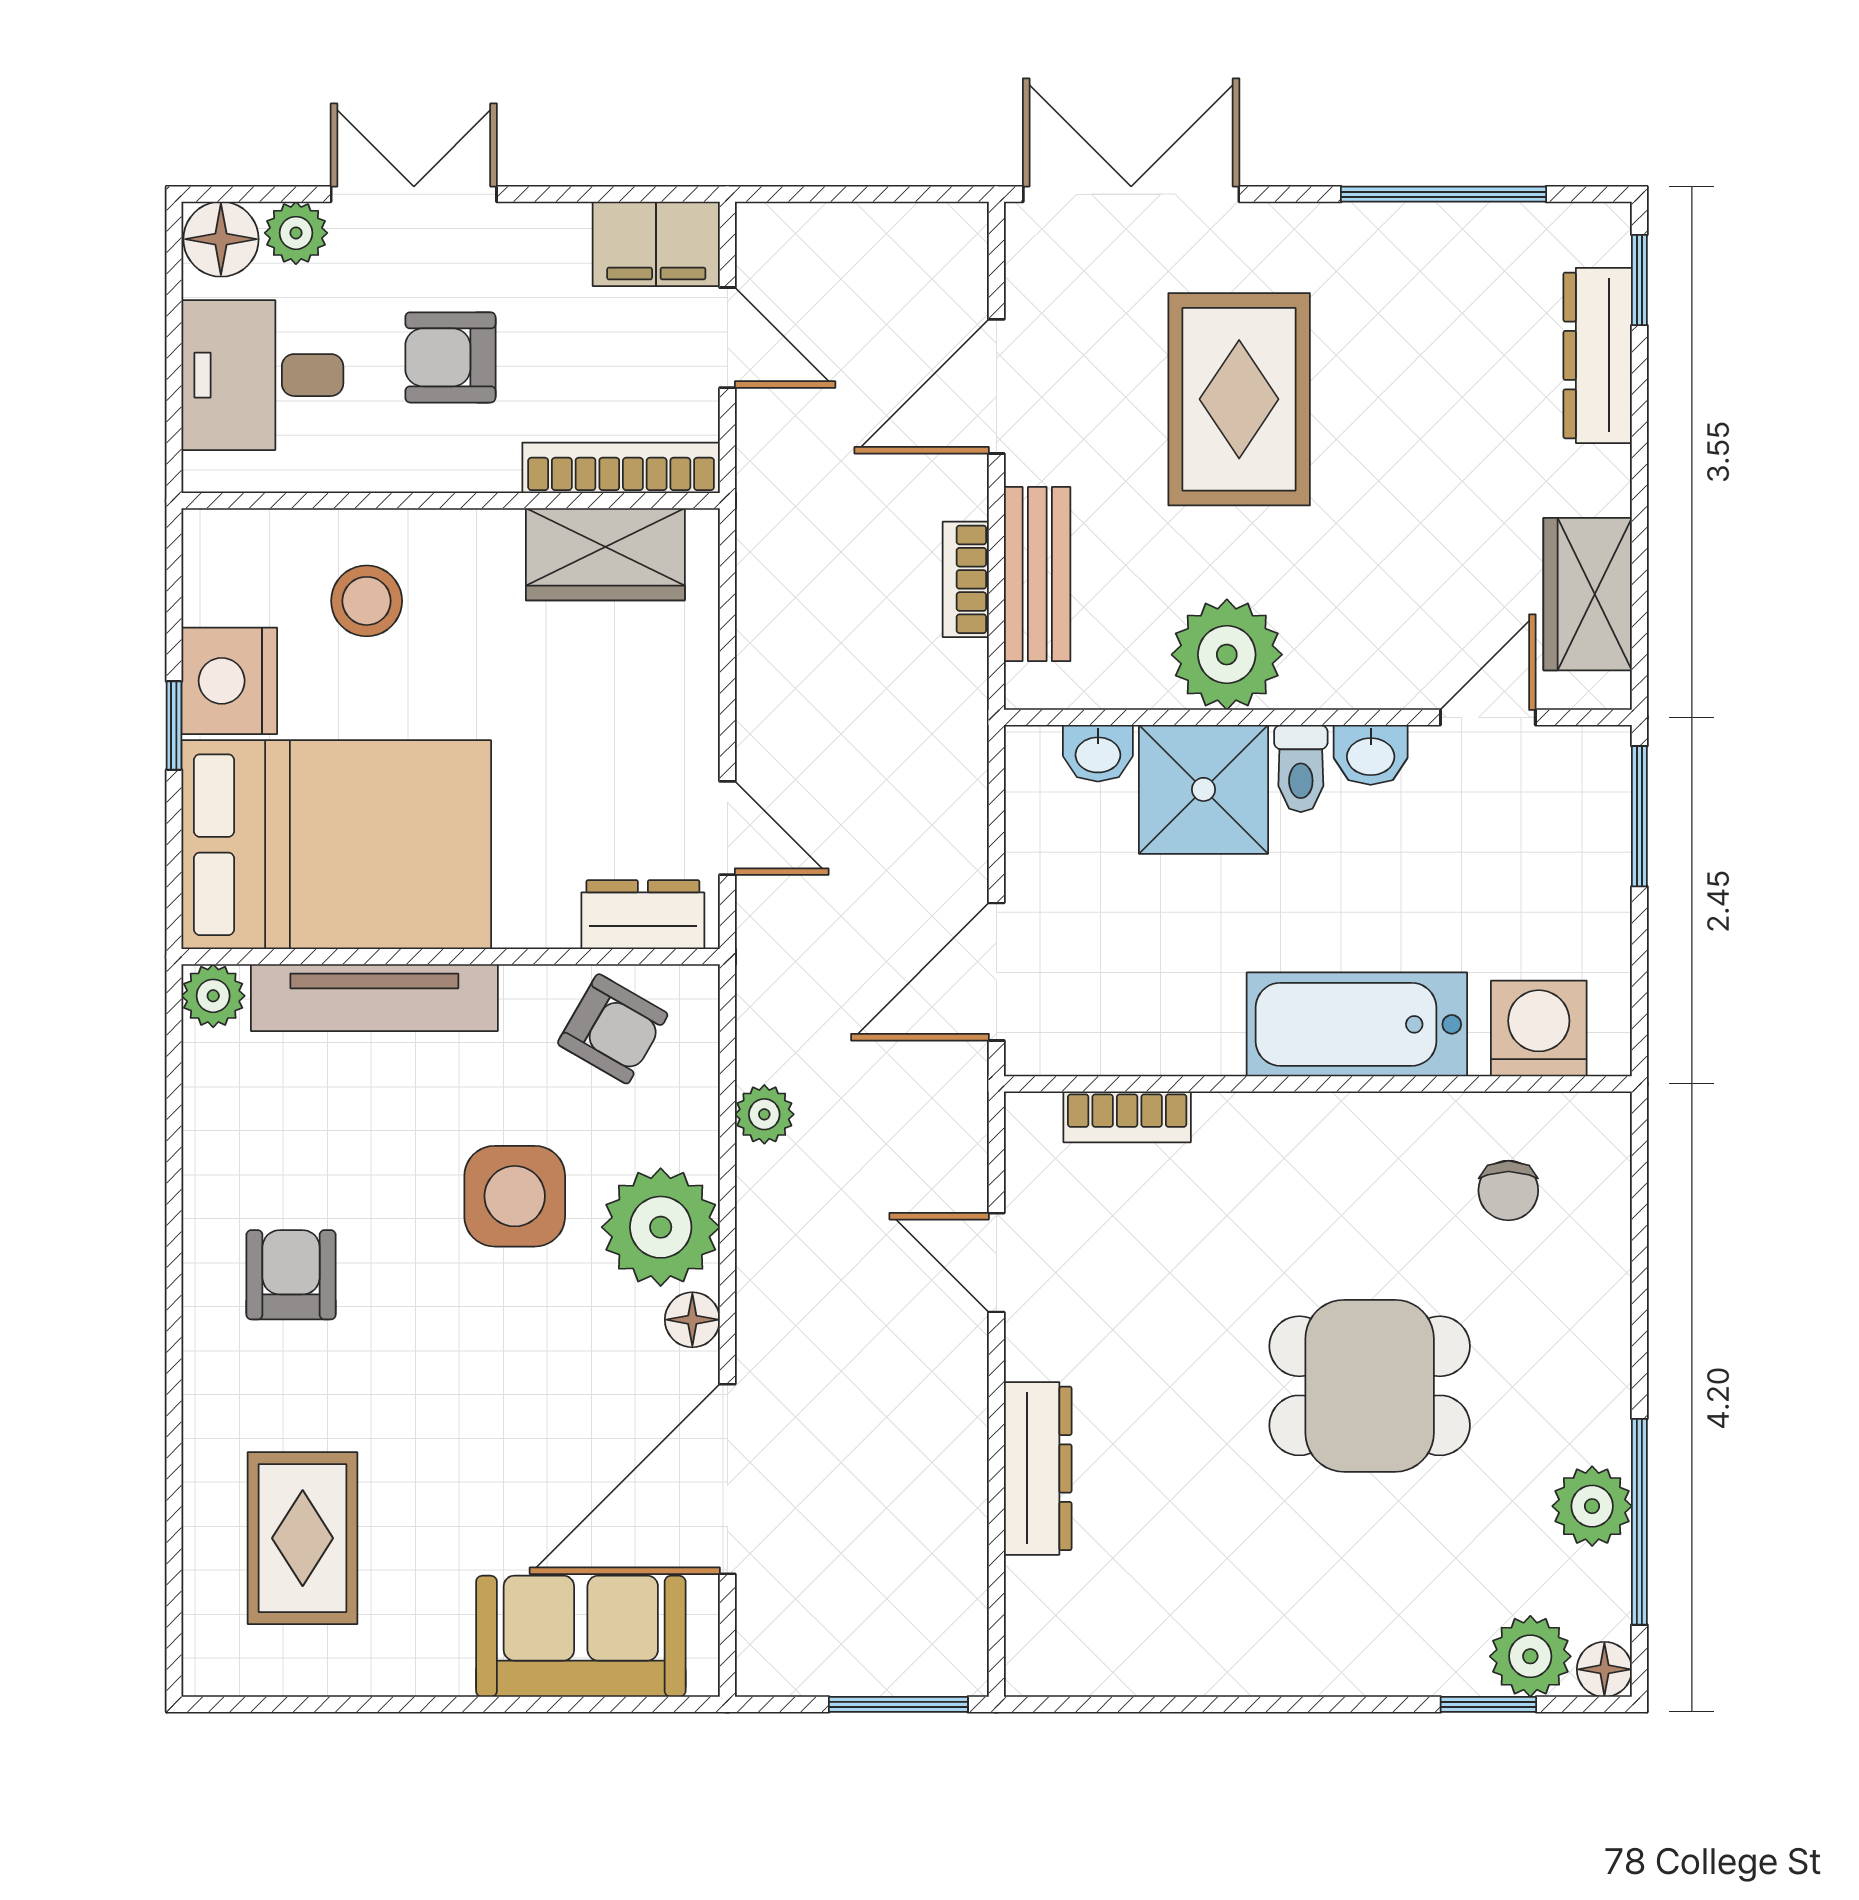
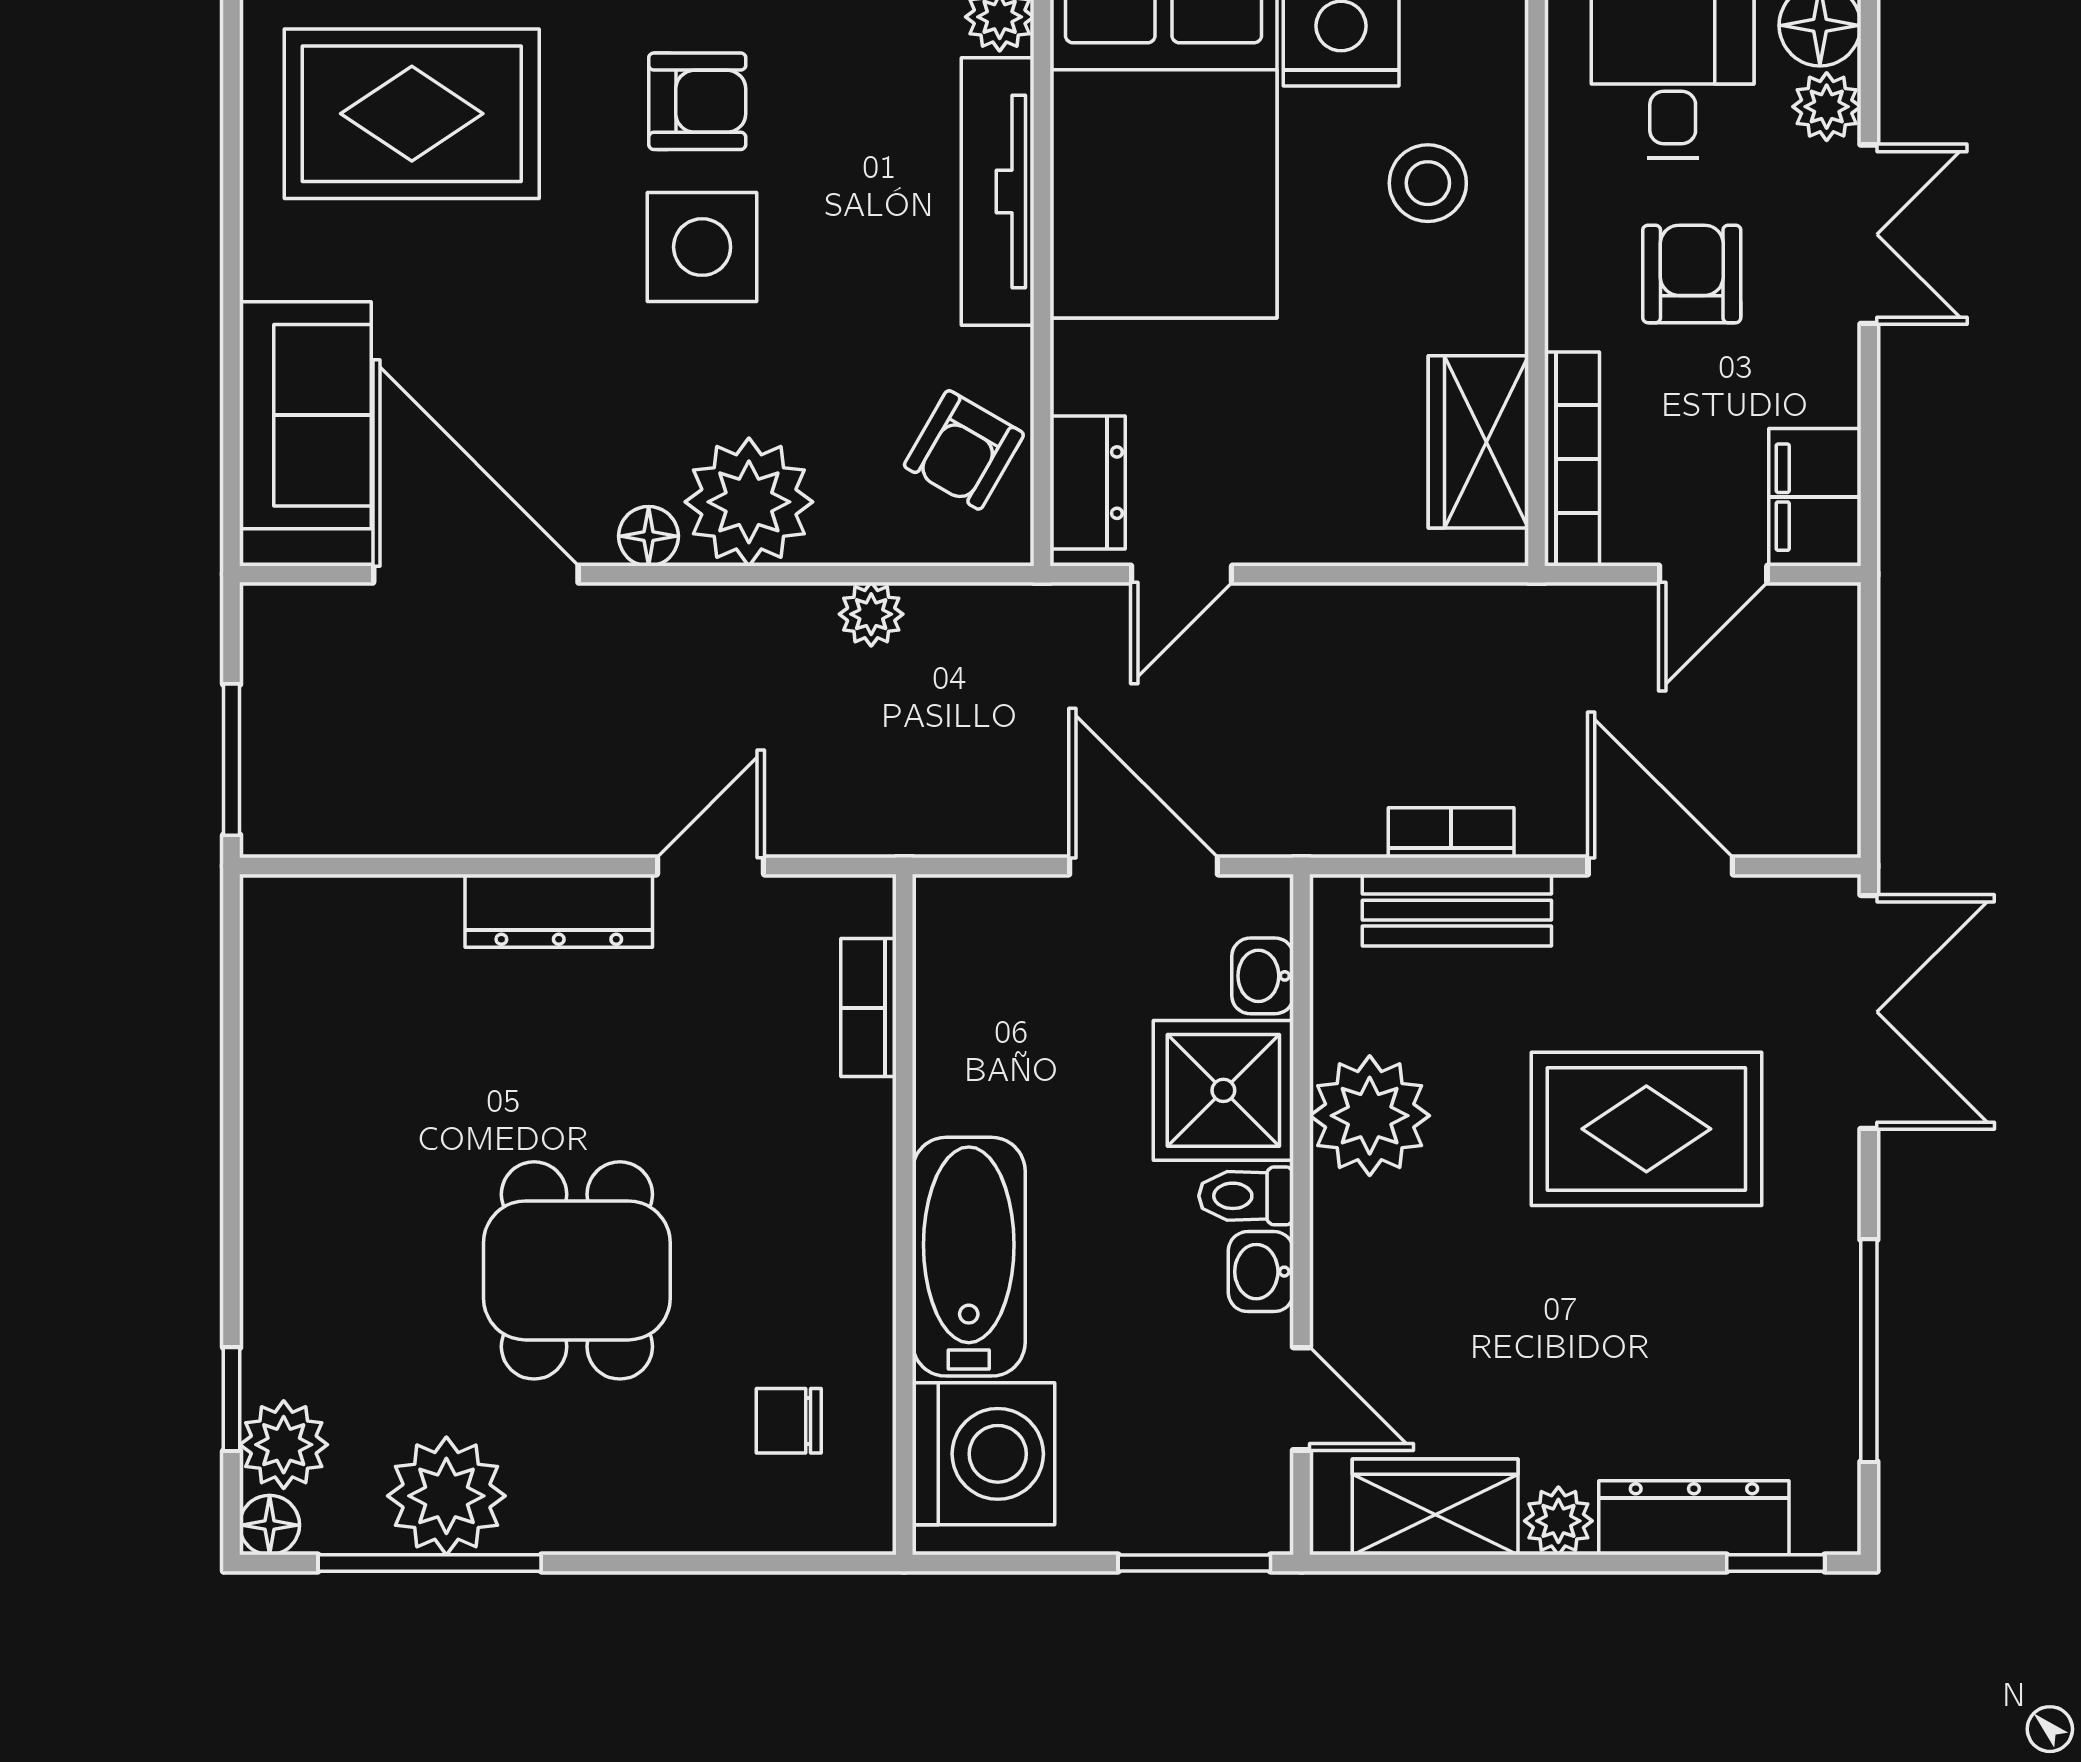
plant: (1601, 480) -> (1558, 1521), added
door: (996, 972) -> (1144, 866), moved
washing machine: (1539, 1028) -> (984, 1454), width x1.37, depth x1.37
side table: (515, 1196) -> (702, 247), moved
dresser: (1038, 1468) -> (559, 911), moved
plant: (1592, 1506) -> (446, 1496), width x1.36, depth x1.36
rug: (303, 1538) -> (412, 114), width x1.36, depth x1.43

